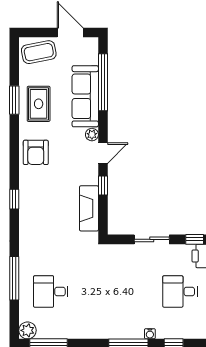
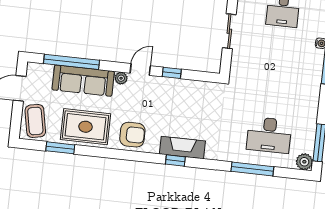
window: (14, 100) -> (60, 148), moved
rug: (39, 104) -> (85, 127), width x1.36, depth x1.43
door: (103, 153) -> (140, 69), hinge flipped
fireplace: (89, 208) -> (182, 148), moved, turned 180
desk: (51, 291) -> (269, 135), width x1.37

